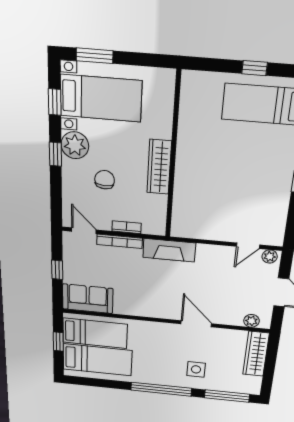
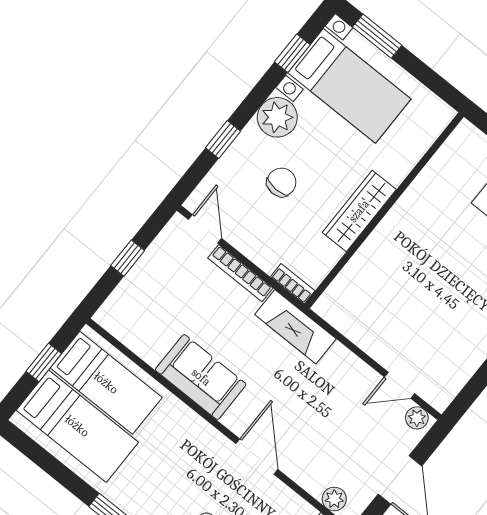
window: (55, 154) -> (223, 140), moved
bookcase: (127, 227) -> (293, 284), moved
sofa: (88, 299) -> (201, 377), moved

